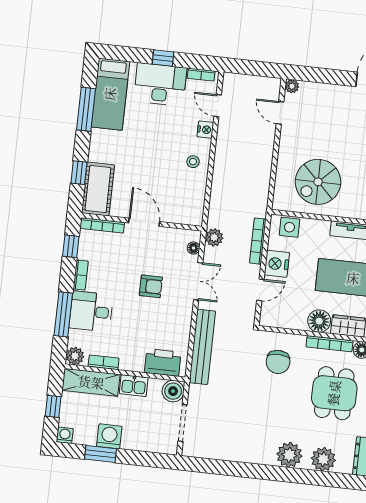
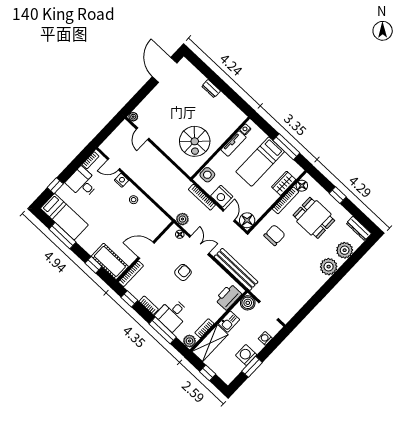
window: (163, 58) -> (55, 186), moved
desk: (160, 84) -> (82, 183), width x0.73
door: (280, 113) -> (143, 134), hinge flipped
floor lamp: (319, 321) -> (247, 220), moved
chair: (278, 362) -> (274, 235), turned -90
washing machine: (65, 435) -> (265, 338), moved

